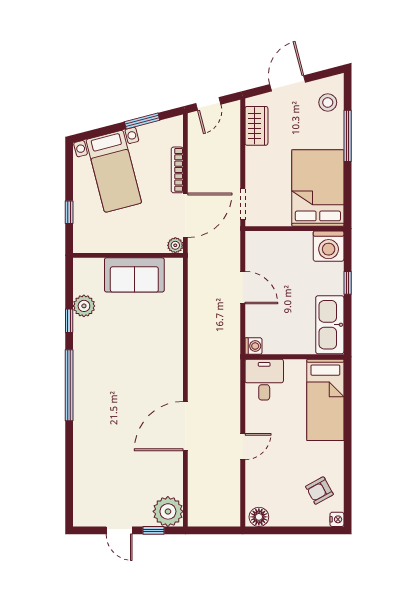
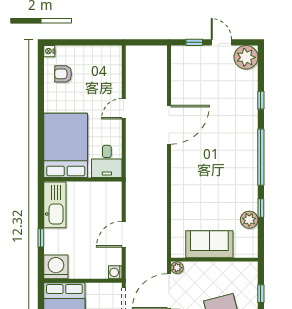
door: (243, 288) -> (124, 234), hinge flipped
washing machine: (253, 346) -> (115, 272), moved
bed: (325, 400) -> (66, 145), width x1.50
window: (69, 457) -> (261, 100), added
armchair: (319, 491) -> (63, 74), turned -151
plant: (168, 511) -> (246, 57), moved
floor lamp: (259, 517) -> (111, 53), removed

